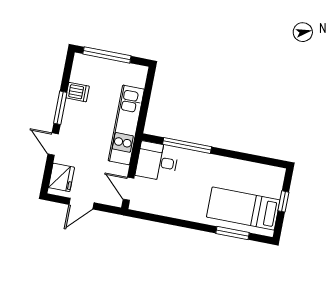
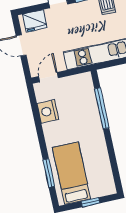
desk: (157, 162) -> (79, 90), removed
nightstand: (165, 205) -> (48, 111), added

